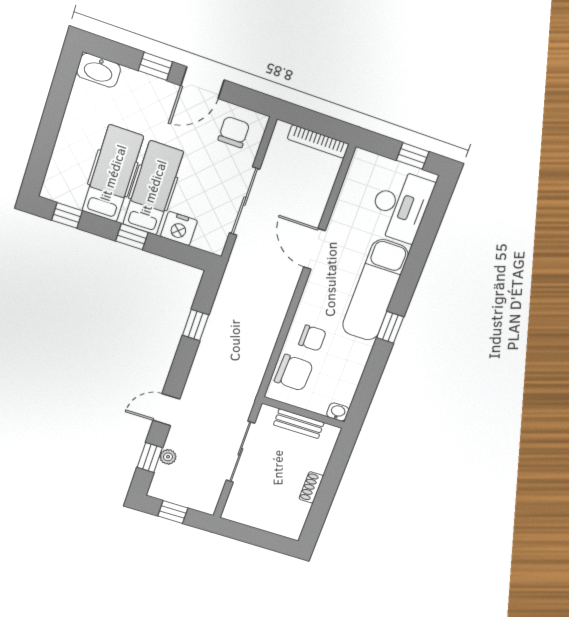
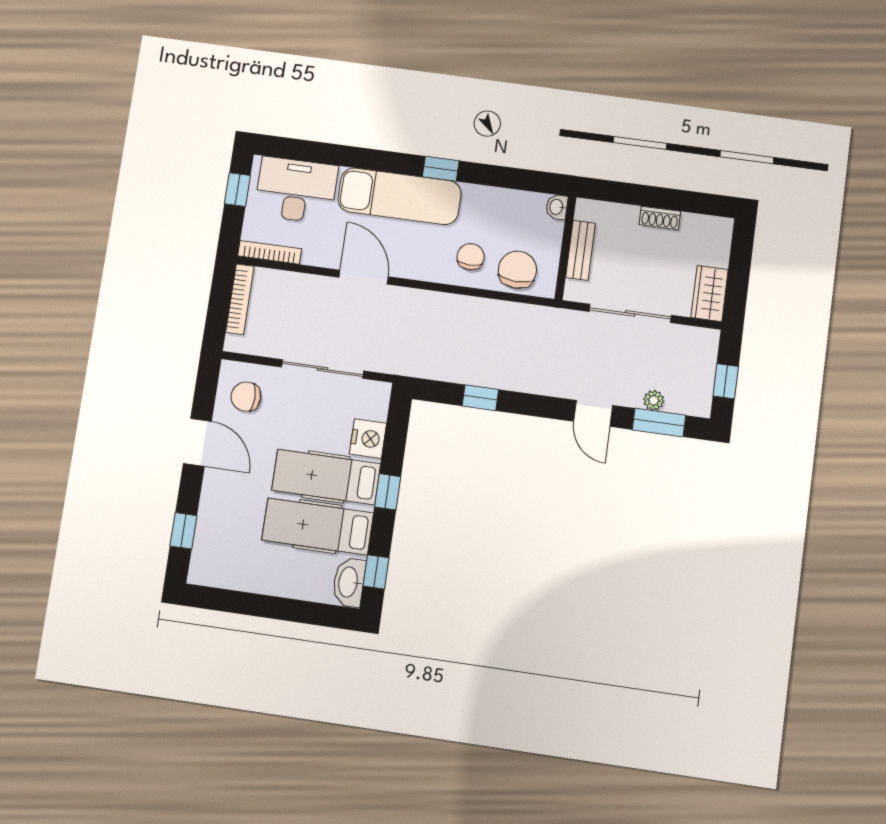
window: (155, 66) -> (183, 531), moved
washbasin: (99, 70) -> (349, 582), moved, turned 180
bookcase: (353, 174) -> (270, 252), added
door: (314, 249) -> (364, 277), swing flipped
window: (150, 458) -> (659, 423), width x1.50
wardrobe: (244, 513) -> (710, 293), added

